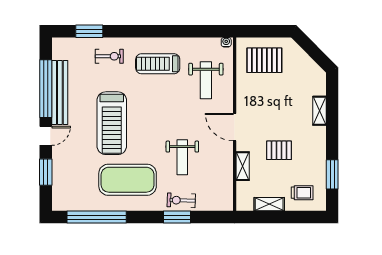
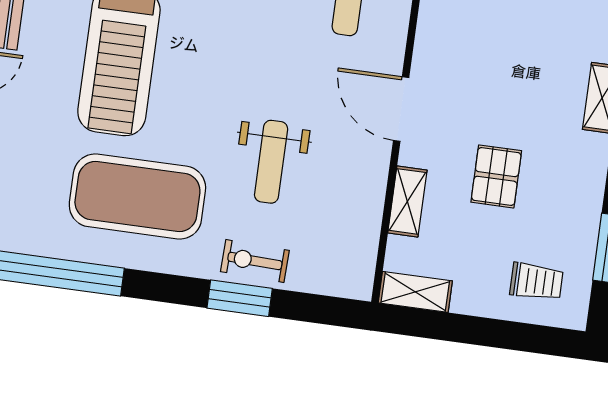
pallet: (279, 150) -> (496, 176), turned 90
shelving: (269, 204) -> (415, 292), moved

